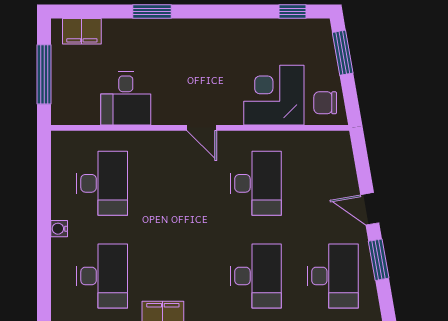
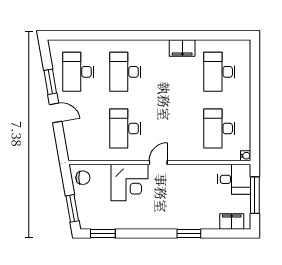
window: (293, 12) -> (103, 234), width x1.50
corner desk: (274, 95) -> (130, 182), moved
desk: (126, 98) -> (234, 179), moved, turned 90
door: (202, 128) -> (158, 162), hinge flipped
water cooler: (59, 229) -> (246, 156), moved

